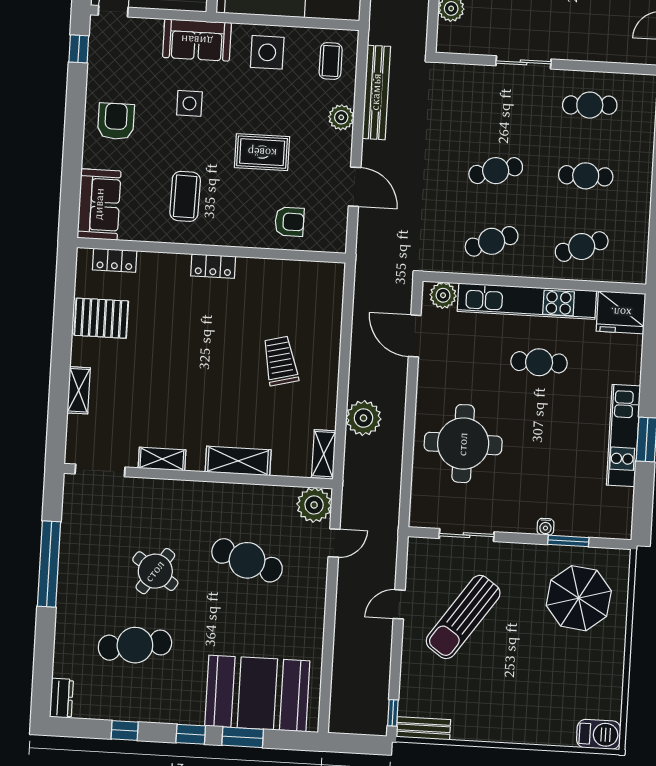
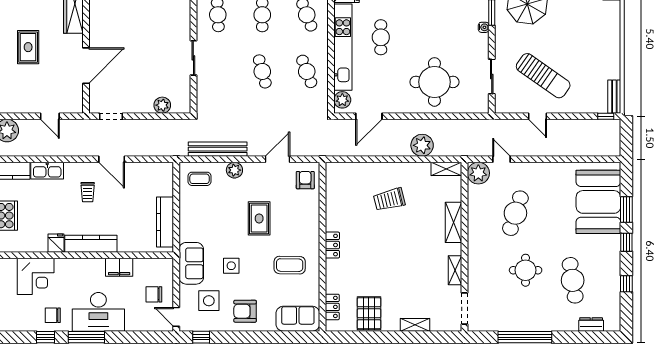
side table: (267, 52) -> (209, 301), moved
armchair: (289, 222) -> (305, 180), moved
round table: (155, 571) -> (526, 270), turned -35
dresser: (61, 698) -> (591, 324), moved

